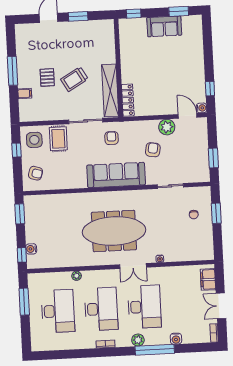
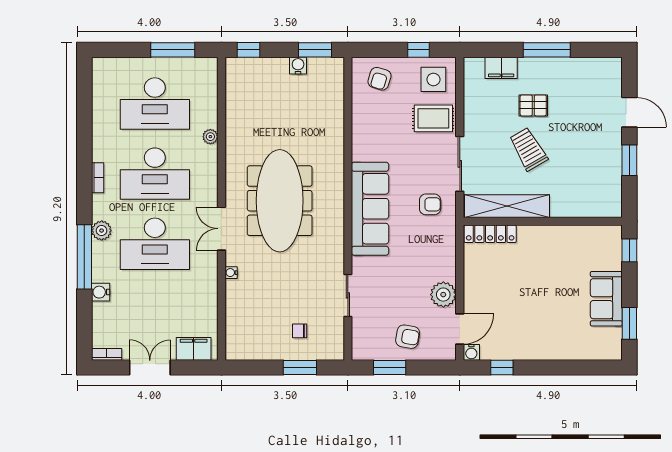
filing cabinet: (25, 94) -> (501, 68), width x2.00
armchair: (153, 150) -> (408, 337), moved
water cooler: (31, 249) -> (298, 66), moved

